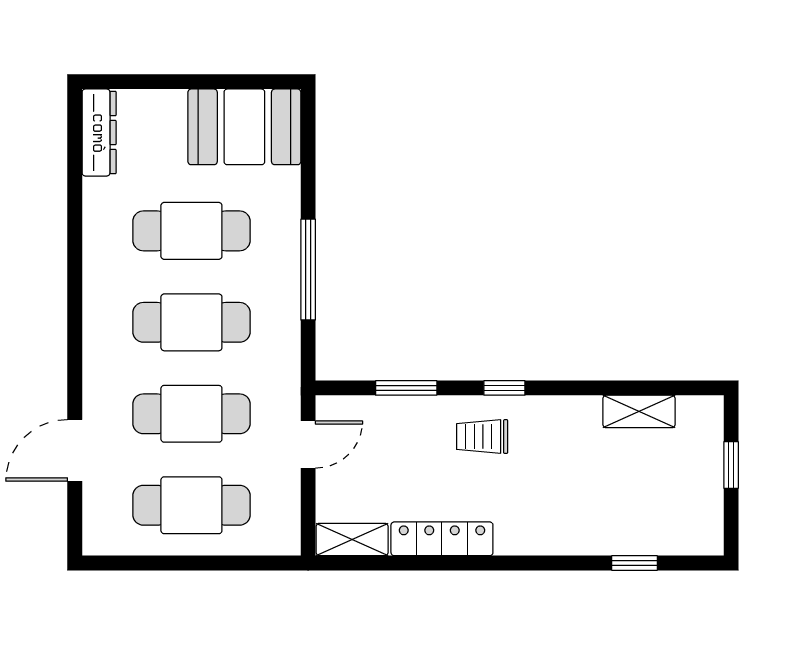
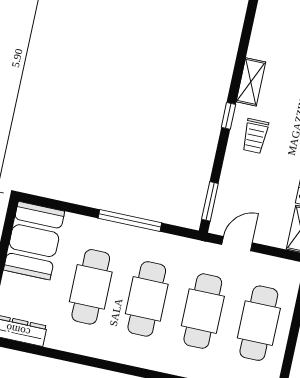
window: (406, 388) -> (210, 201), moved
shelving: (639, 411) -> (251, 82), moved
door: (308, 444) -> (237, 244), hinge flipped

